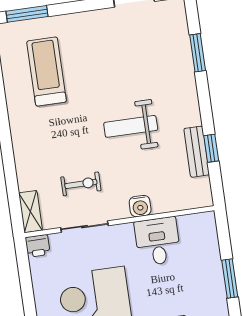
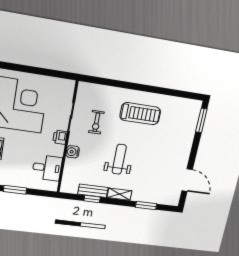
treadmill: (47, 72) -> (140, 114), moved
shelving: (31, 212) -> (119, 194), moved
desk: (158, 241) -> (47, 168), moved
printer: (38, 246) -> (60, 137), moved

